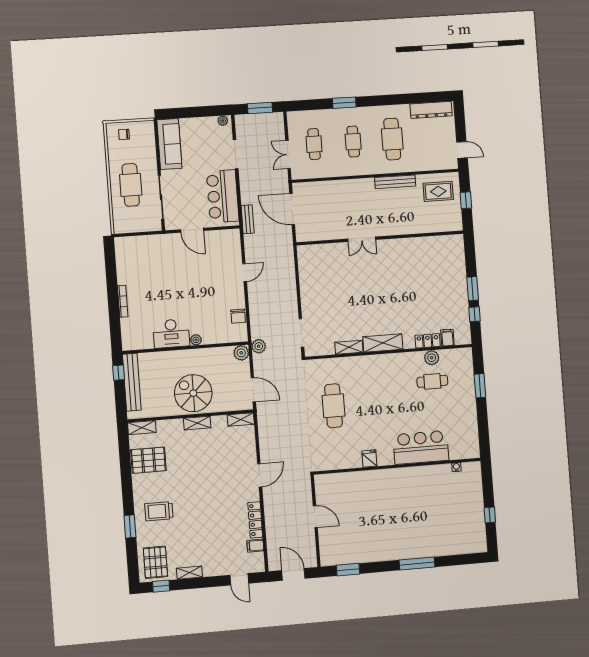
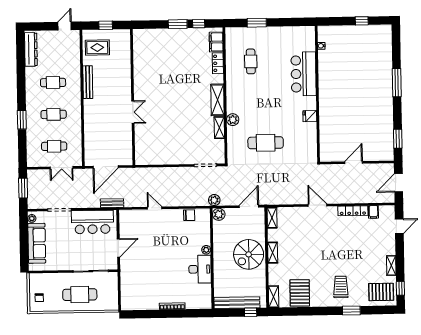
cafe table: (392, 139) -> (53, 83), width x0.73, depth x0.74
sofa: (169, 144) -> (37, 243), moved, turned 90
rug: (438, 191) -> (97, 48), turned 90
filing cabinet: (447, 338) -> (216, 42), width x2.00
plant: (432, 358) -> (233, 120), moved
window: (119, 373) -> (251, 312), moved
trolley: (159, 511) -> (341, 287), turned 180

